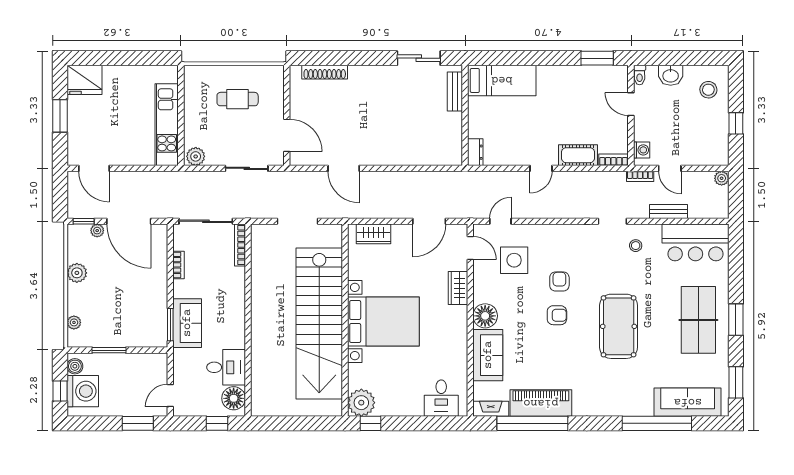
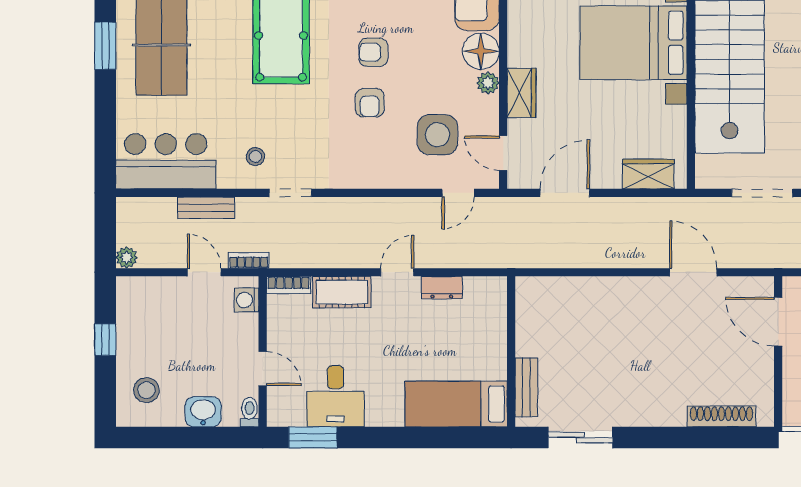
desk: (582, 86) -> (335, 396), added
dresser: (475, 152) -> (442, 288), moved, turned -90
plant: (480, 295) -> (488, 83), added

